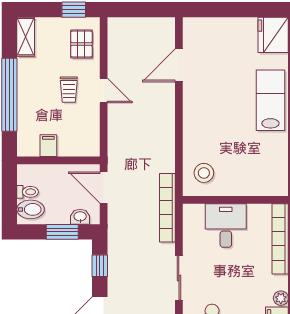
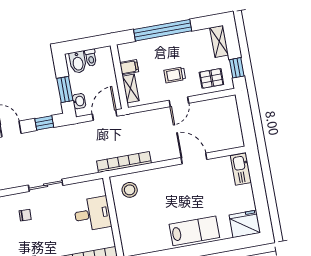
kitchen sink: (203, 27) -> (241, 169), added
shelving: (26, 37) -> (219, 41), moved, turned 90
door: (179, 65) -> (194, 159), moved
shelving: (76, 149) -> (131, 88), added
bookcase: (167, 208) -> (124, 162), moved

